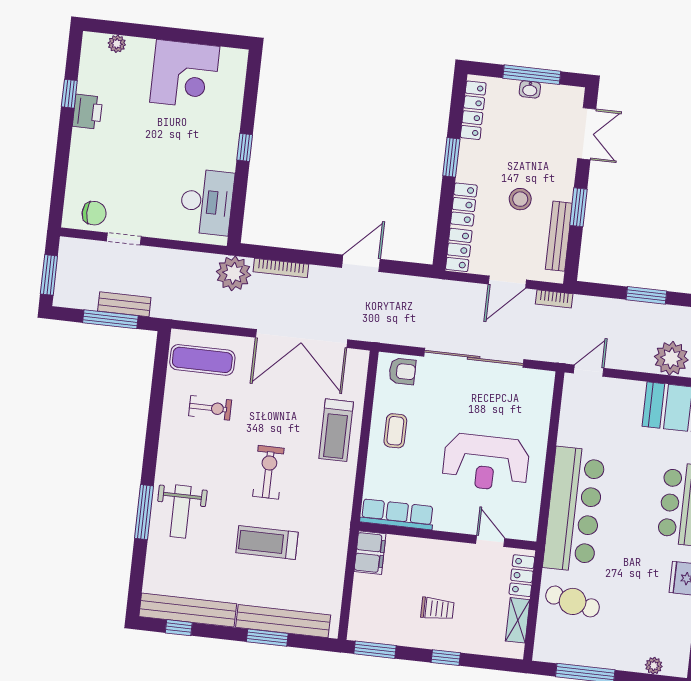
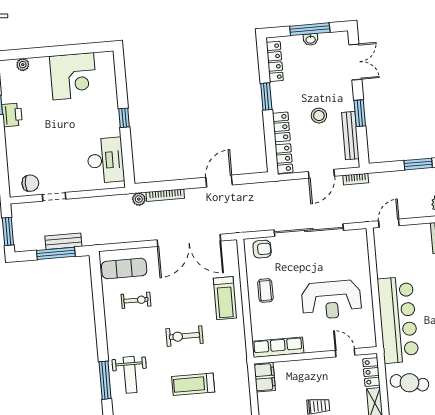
plant: (234, 273) -> (139, 199), width x0.53, depth x0.53
exercise bike: (268, 472) -> (184, 336), turned -90

